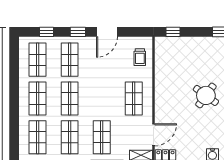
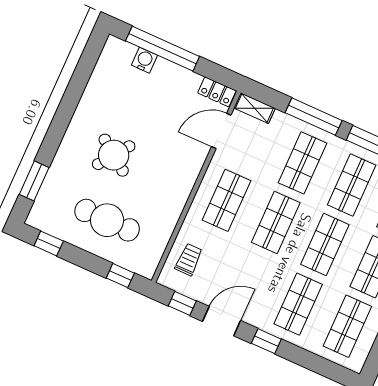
window: (46, 32) -> (182, 303), moved
cafe table: (194, 59) -> (107, 220), added
shop shelf: (102, 98) -> (276, 222), added

